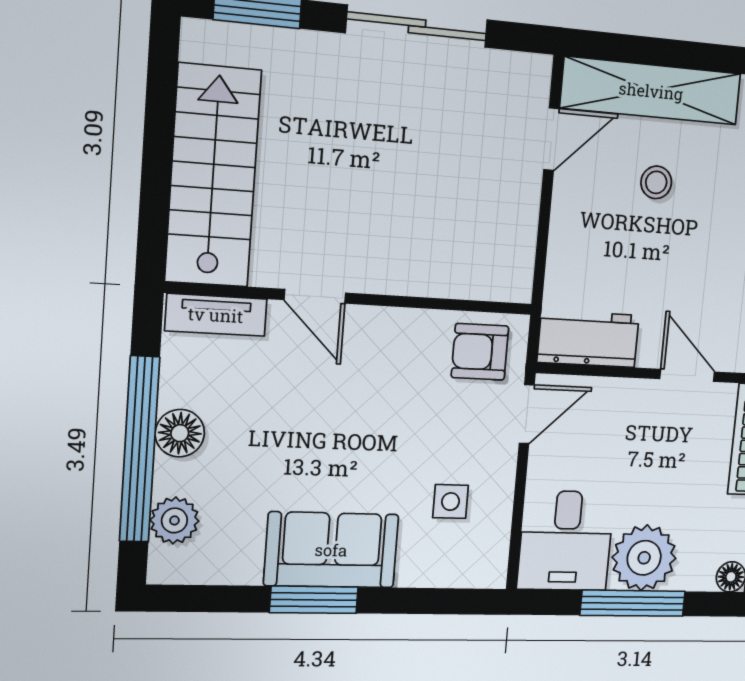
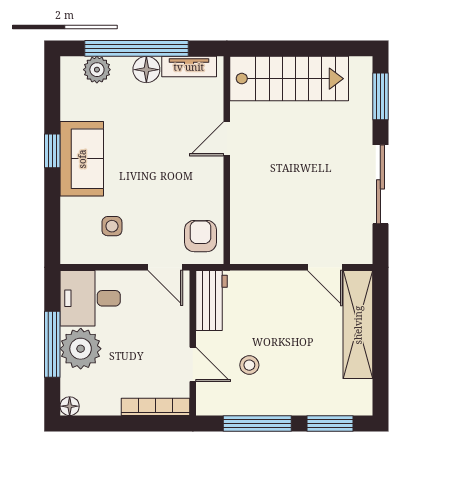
stool: (656, 182) -> (249, 365), moved
tv unit: (216, 315) -> (189, 67), moved, turned -90
door: (687, 375) -> (193, 364), hinge flipped
window: (314, 600) -> (52, 151), width x0.67

